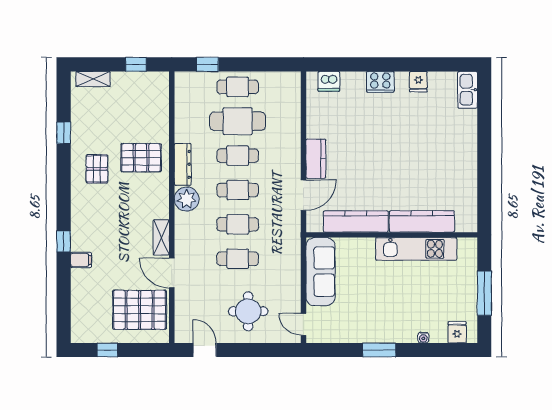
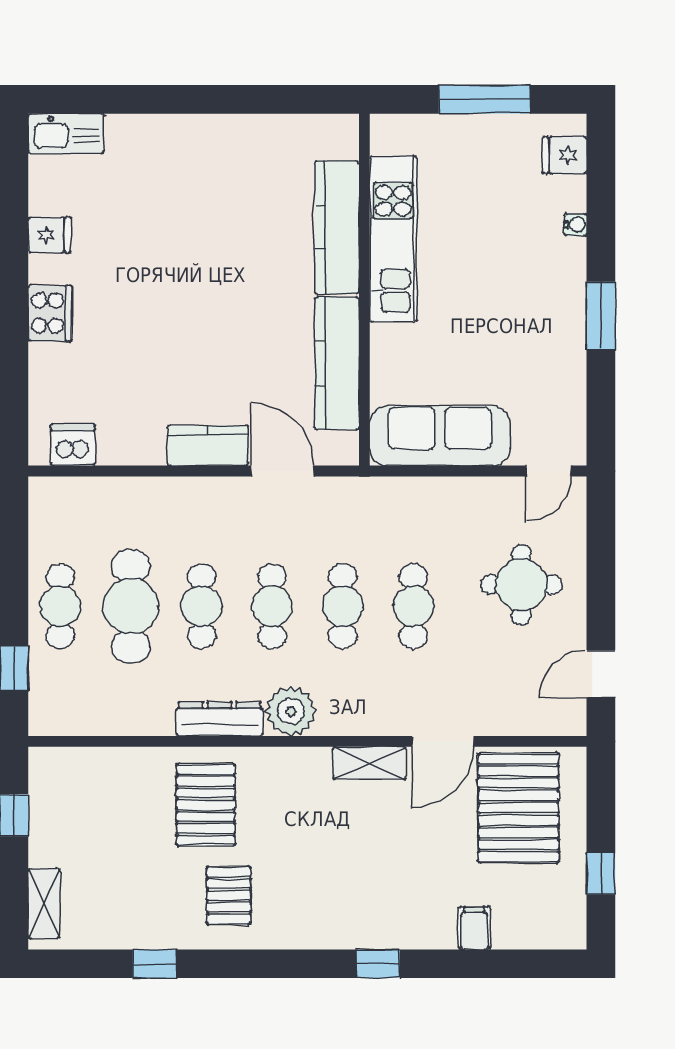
dishwasher: (329, 81) -> (73, 445), moved, turned -90
pallet: (97, 169) -> (229, 895), turned 90
filing cabinet: (81, 260) -> (474, 928), moved

